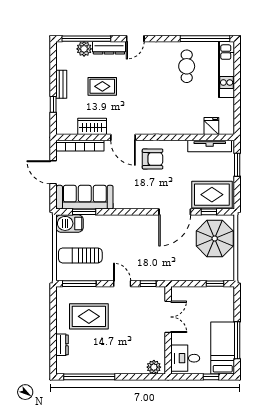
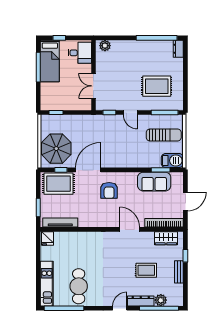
cafe table: (187, 66) -> (79, 286), width x1.37, depth x1.35
wardrobe: (92, 126) -> (166, 238), moved
fridge: (211, 126) -> (48, 238), moved
armchair: (153, 159) -> (109, 190), moved, turned -90
door: (53, 172) -> (185, 202), hinge flipped
sofa: (85, 197) -> (154, 182), width x0.73
dresser: (62, 345) -> (178, 49), moved

